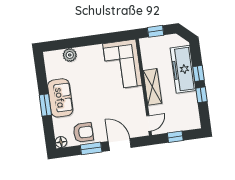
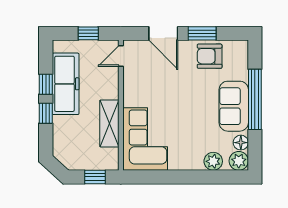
plant: (51, 58) -> (239, 161), added
freezer: (183, 69) -> (66, 84), moved
shelving: (152, 87) -> (109, 123), moved
window: (45, 105) -> (255, 99), width x2.11
floor lamp: (61, 142) -> (241, 143), moved

